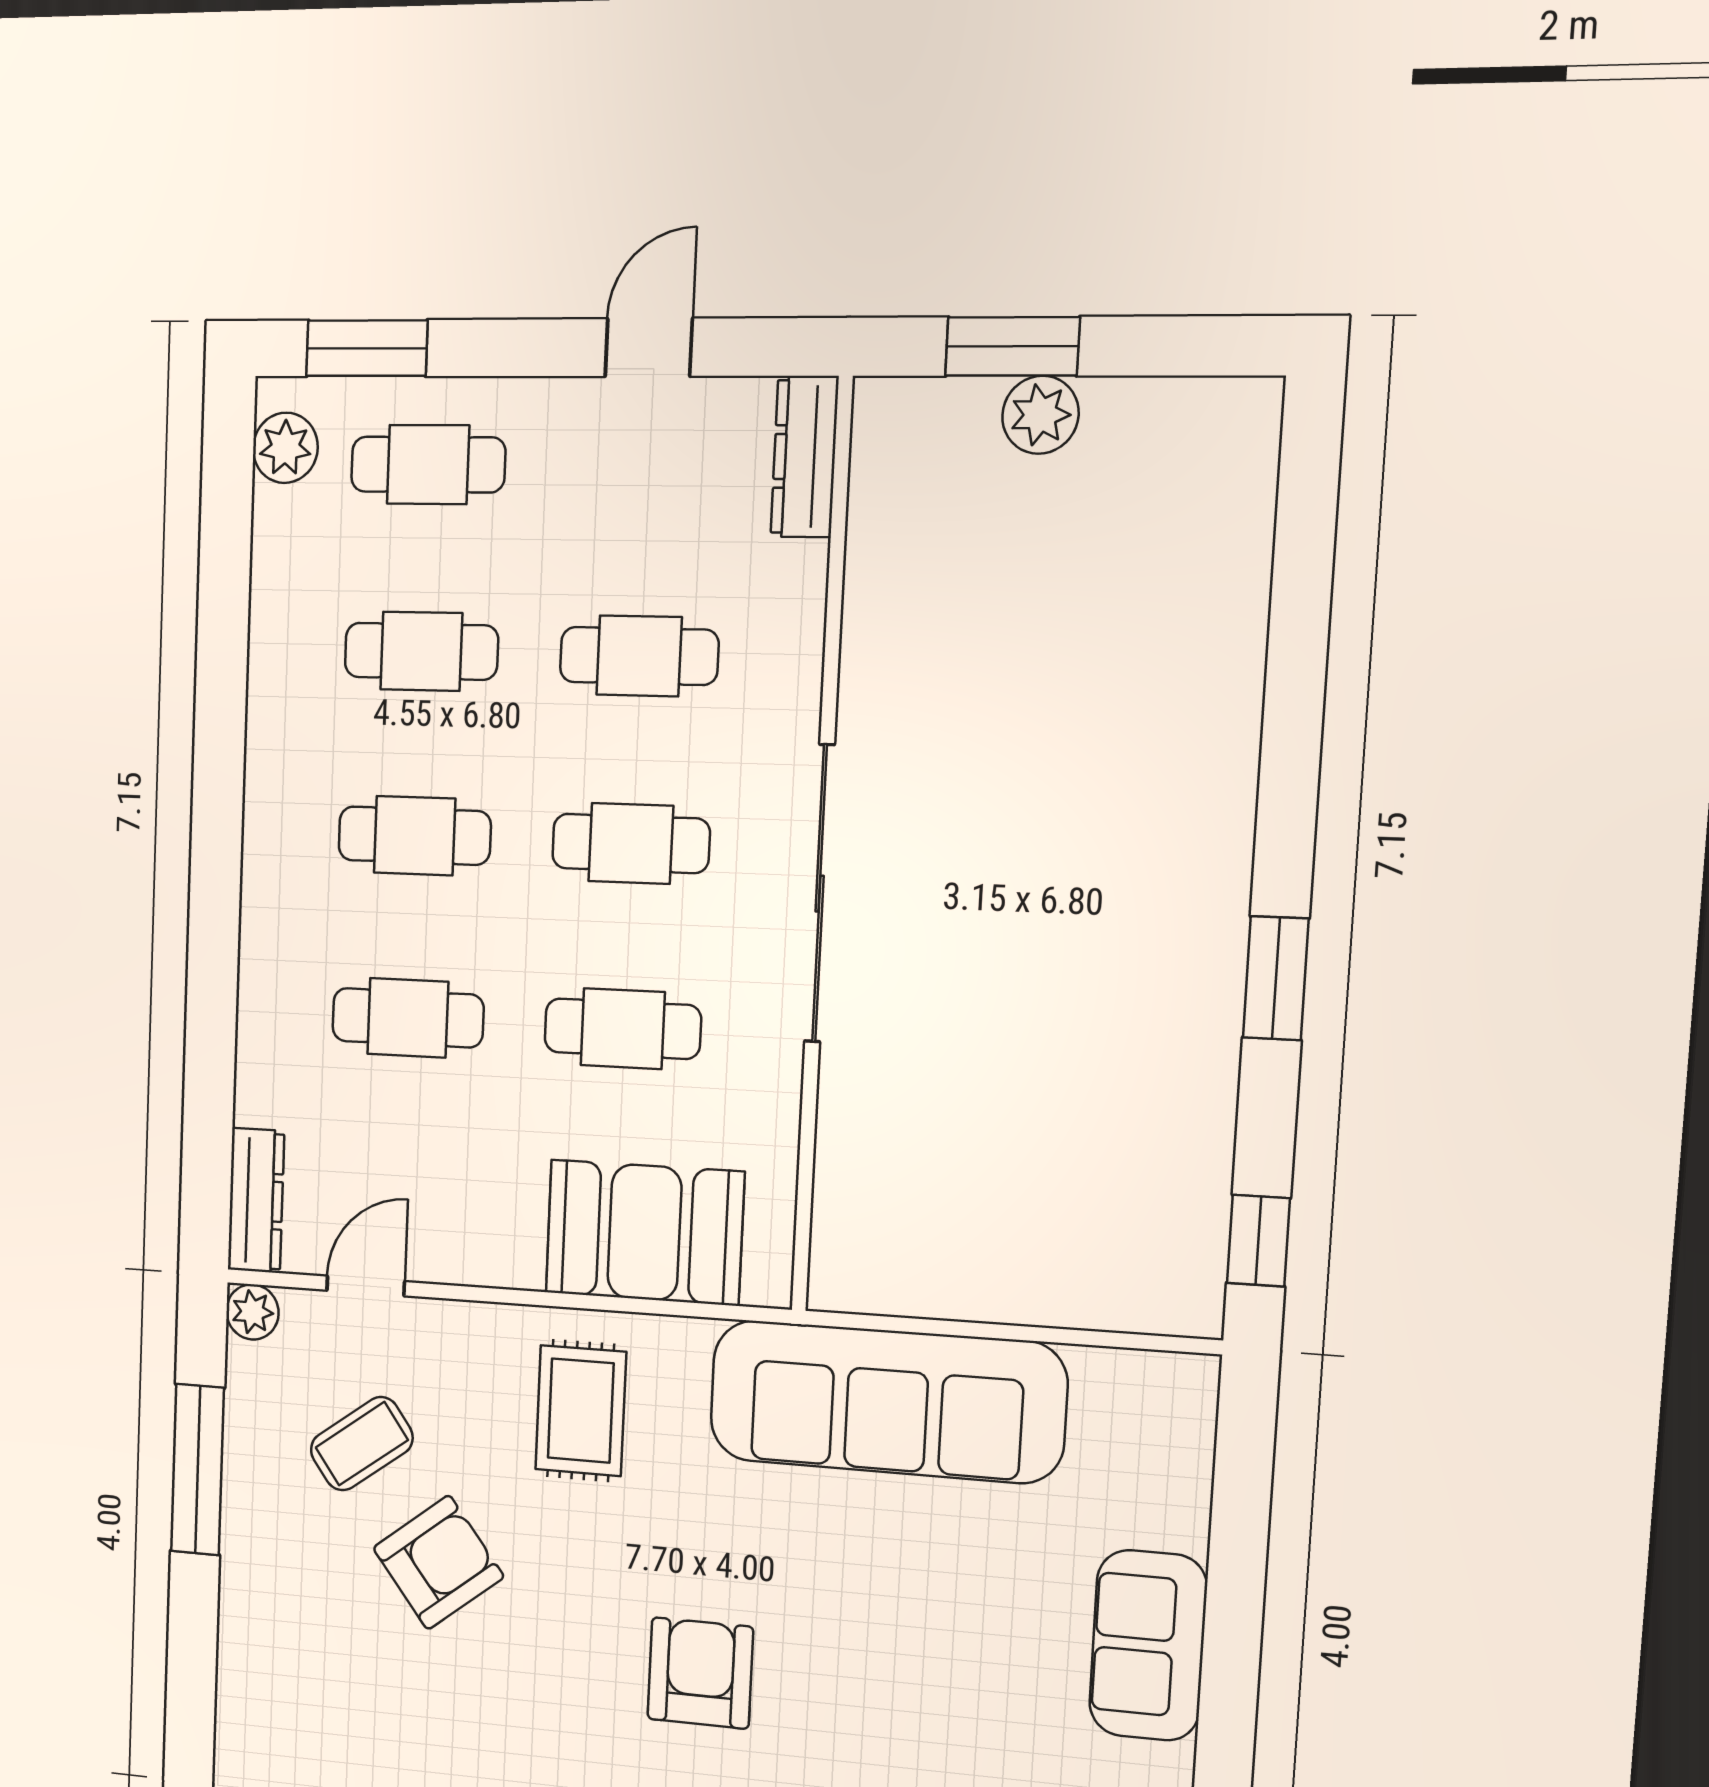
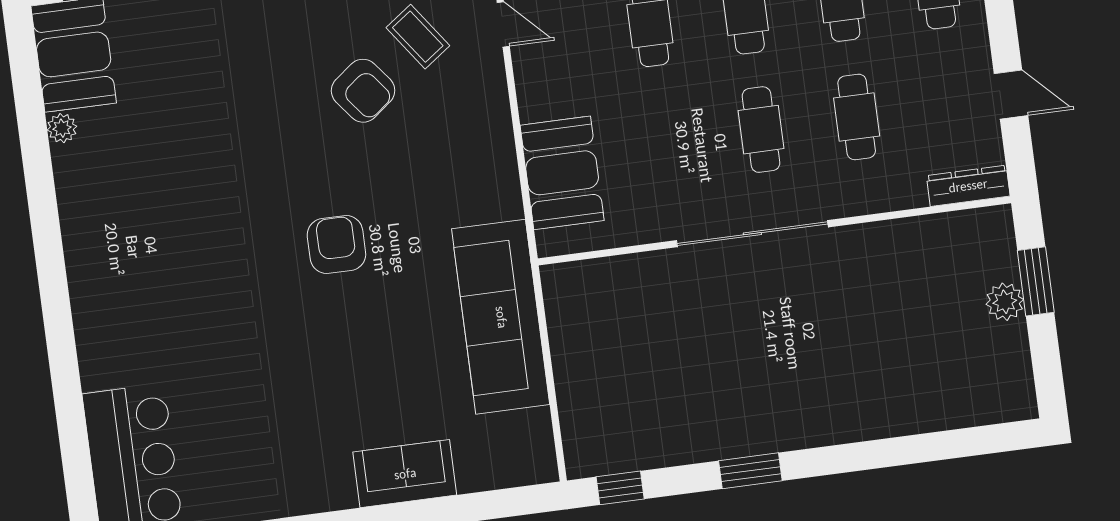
cafe table: (623, 1029) -> (665, 142), removed
rug: (581, 1411) -> (461, 155), removed
armchair: (700, 1673) -> (336, 245), turned -90

